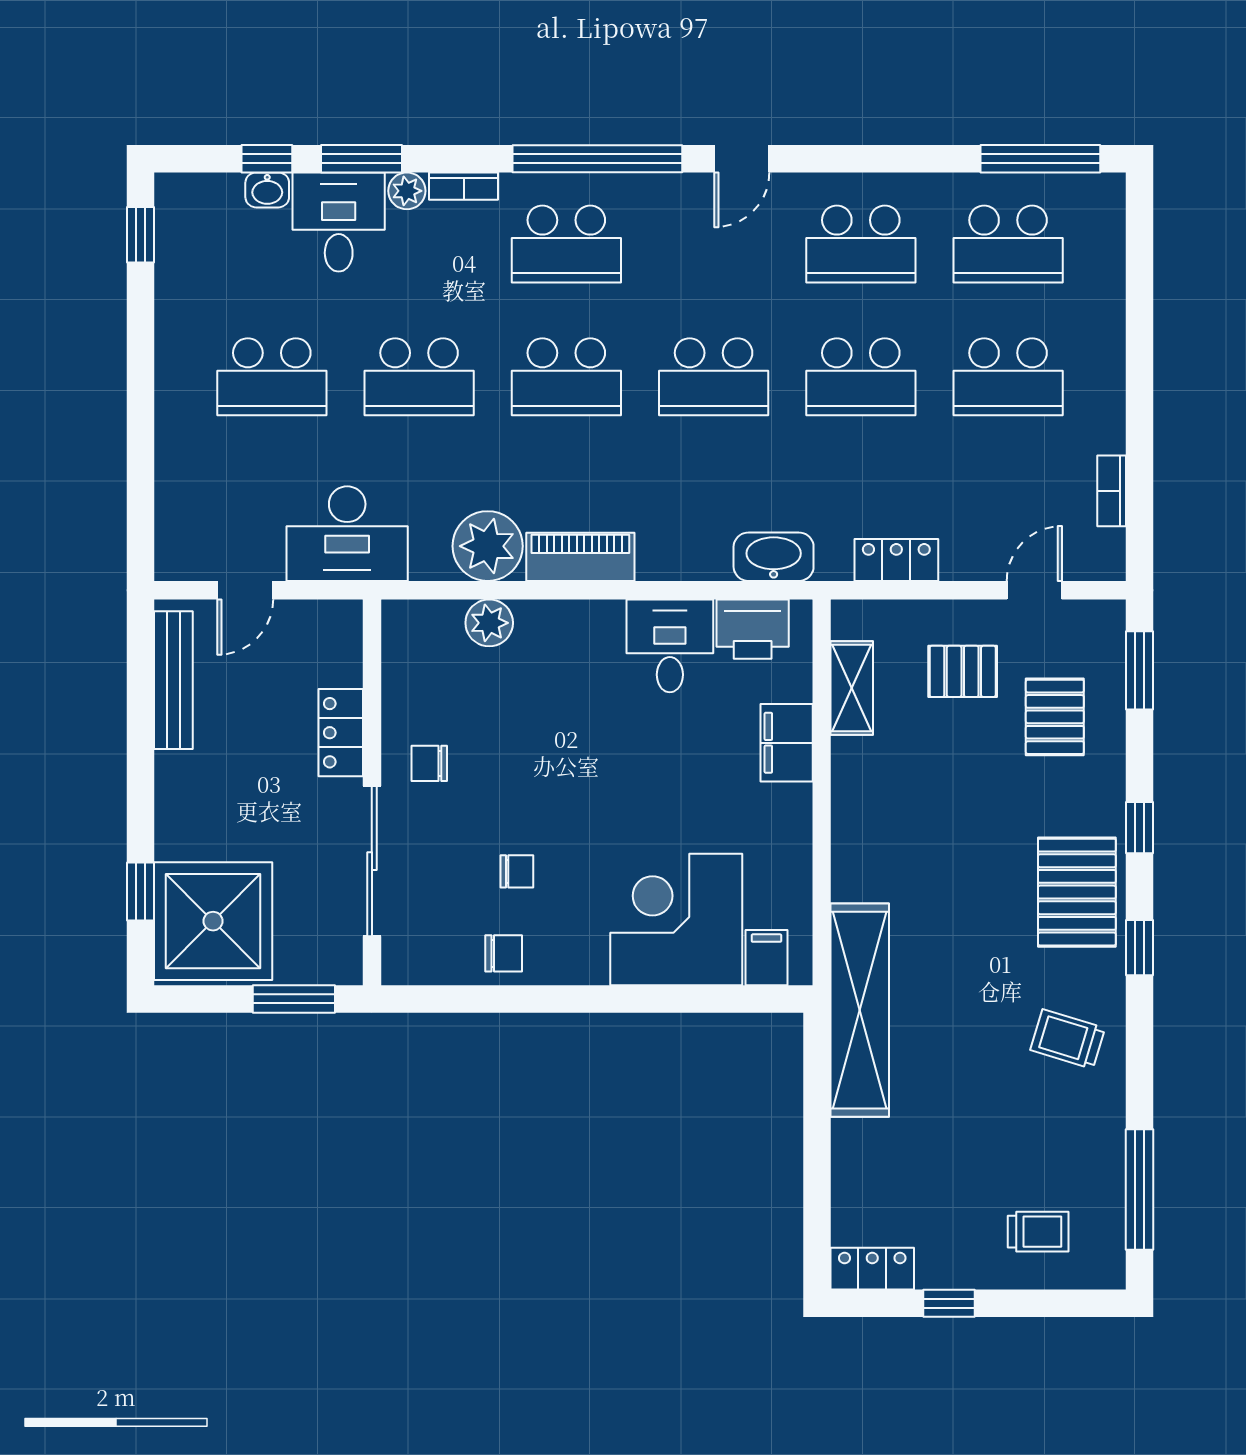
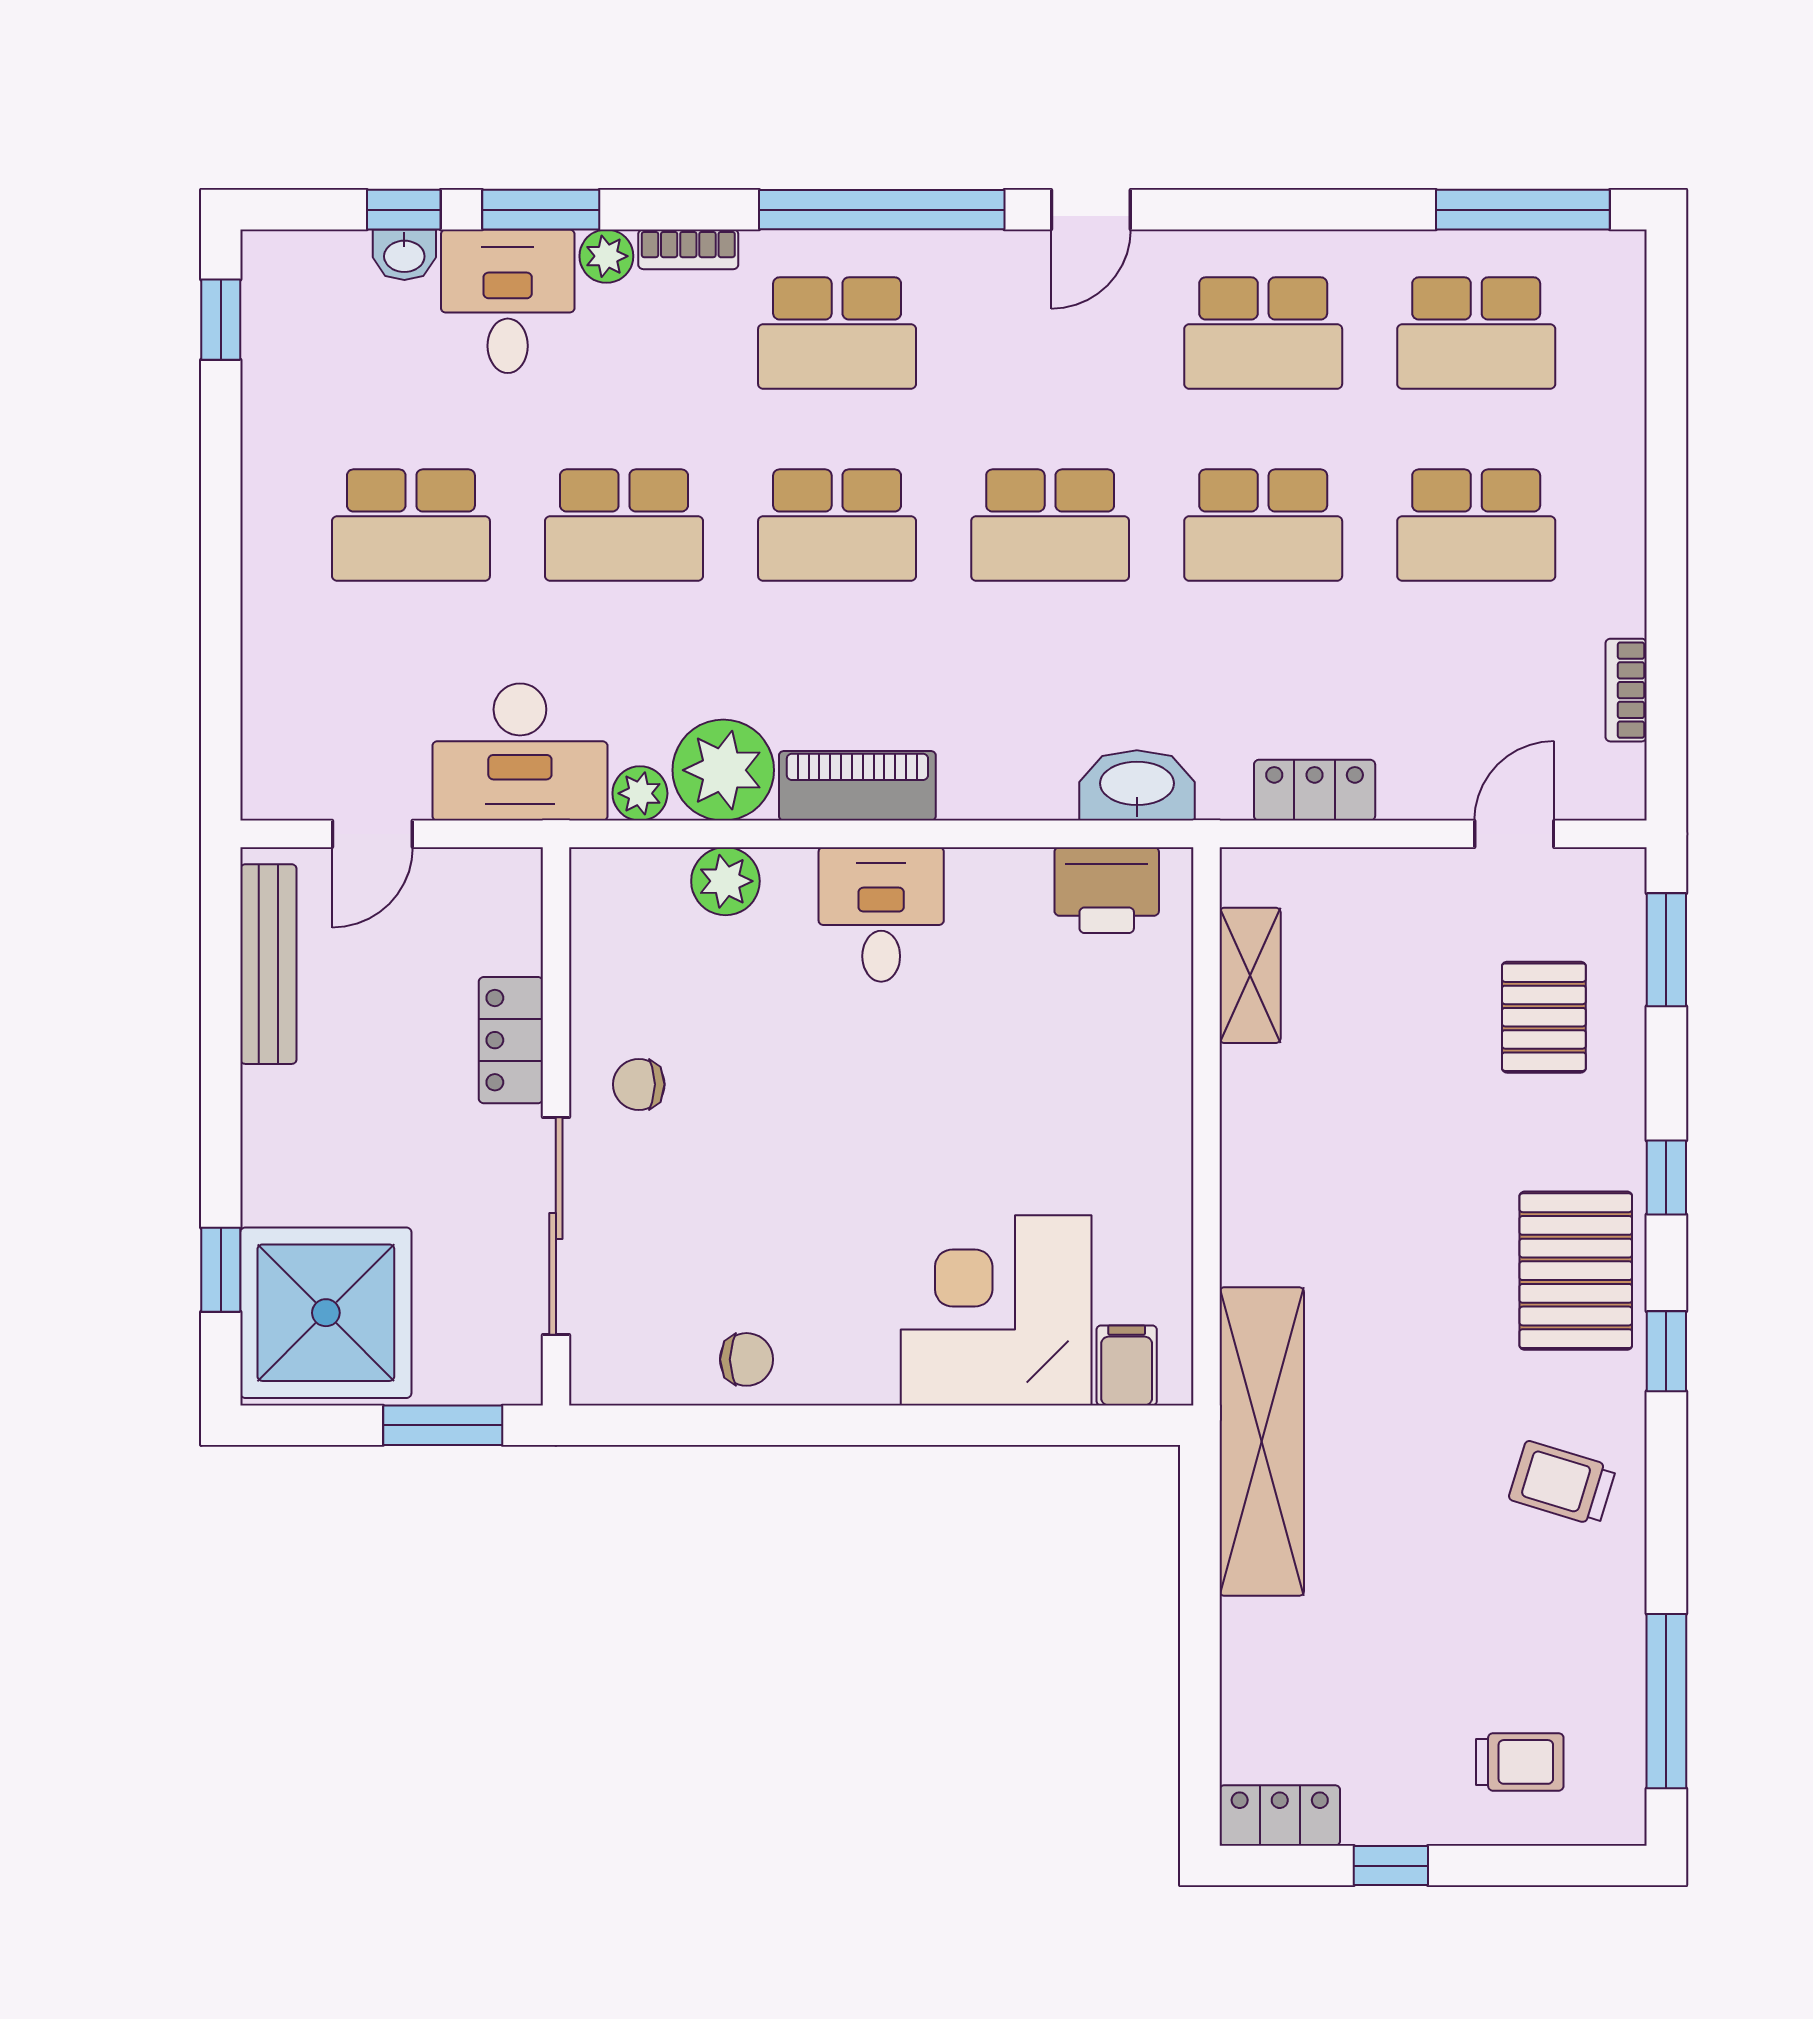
plant: (430, 562) -> (640, 793), added
desk: (670, 646) -> (881, 914), moved
pallet: (963, 671) -> (1411, 951), removed
filing cabinet: (787, 743) -> (1156, 1055), removed
chair: (517, 871) -> (765, 1241), removed

